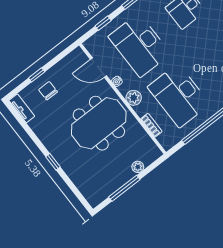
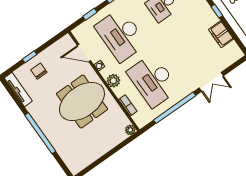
tv unit: (22, 108) -> (18, 90), width x1.41
window: (53, 162) -> (40, 133), width x3.17
plant: (138, 167) -> (130, 130), moved
window: (124, 188) -> (102, 159), removed

